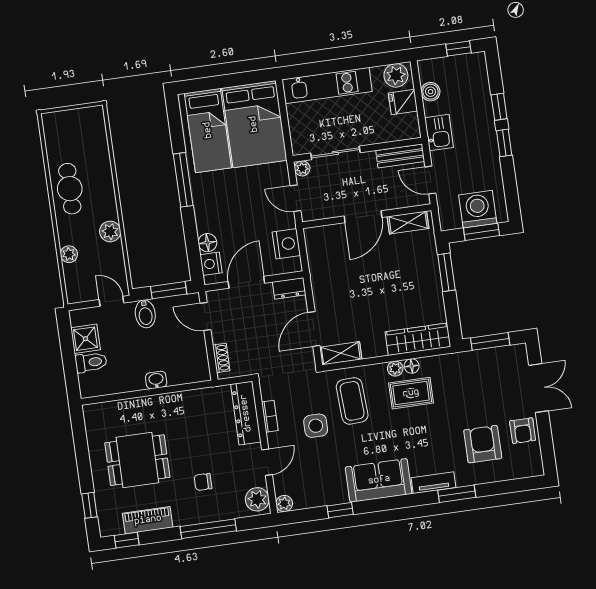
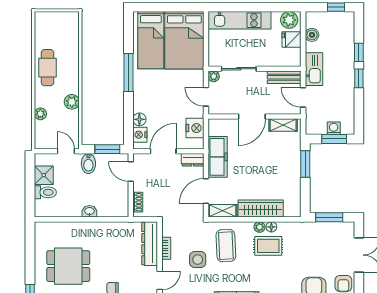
kitchen sink: (439, 133) -> (314, 69), width x1.38
washing machine: (478, 209) -> (334, 128), width x0.53, depth x0.53
freezer: (323, 279) -> (218, 157), added
wardrobe: (418, 339) -> (261, 209), moved

